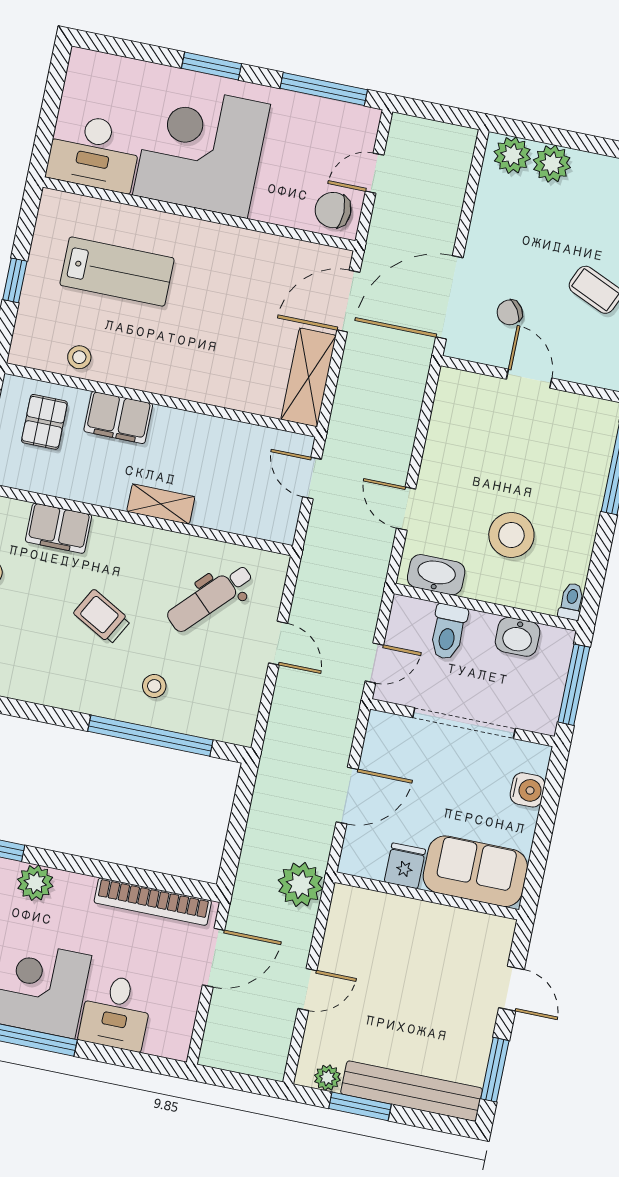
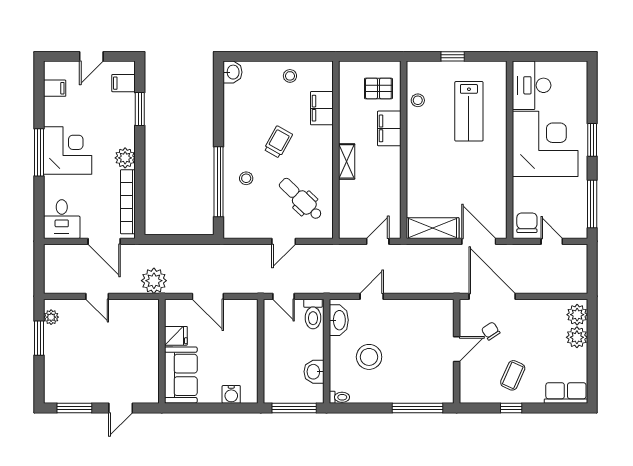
toilet: (448, 632) -> (313, 314), moved, turned -90
doorway: (464, 723) -> (261, 352), removed
plant: (35, 883) -> (125, 158), moved
desk: (116, 1012) -> (62, 219), moved, turned -90
bench: (412, 1091) -> (53, 365), removed

